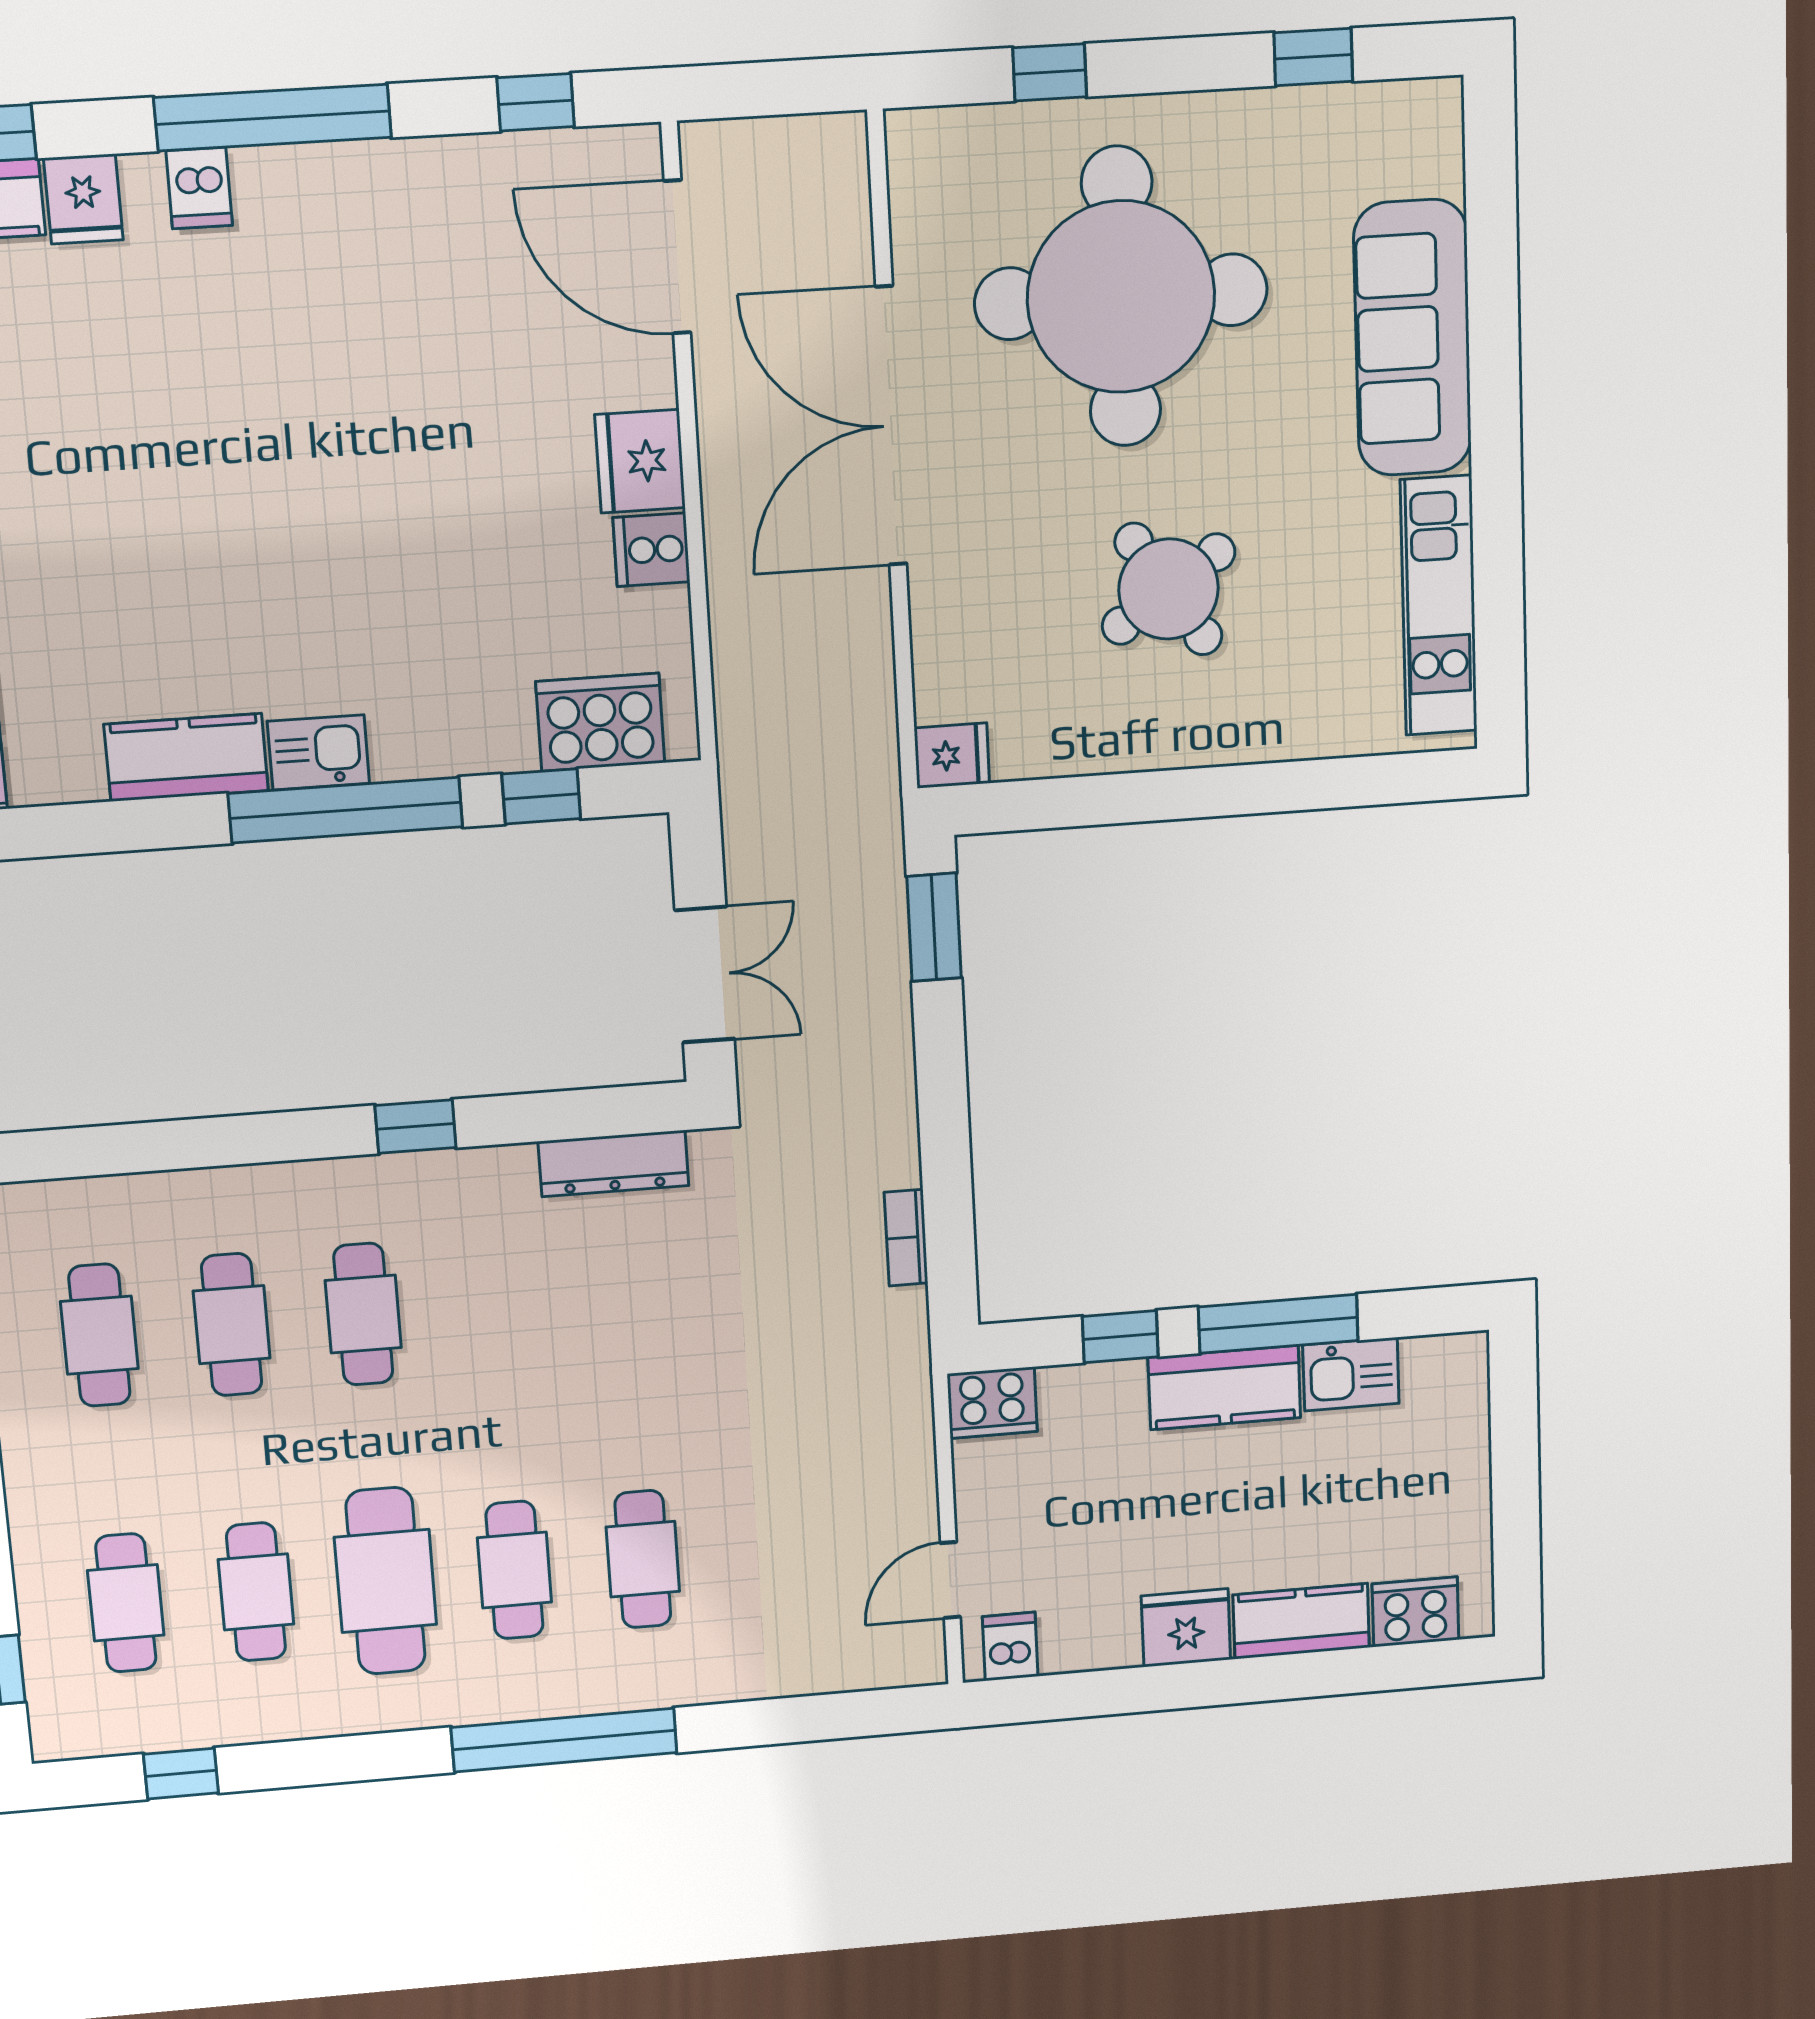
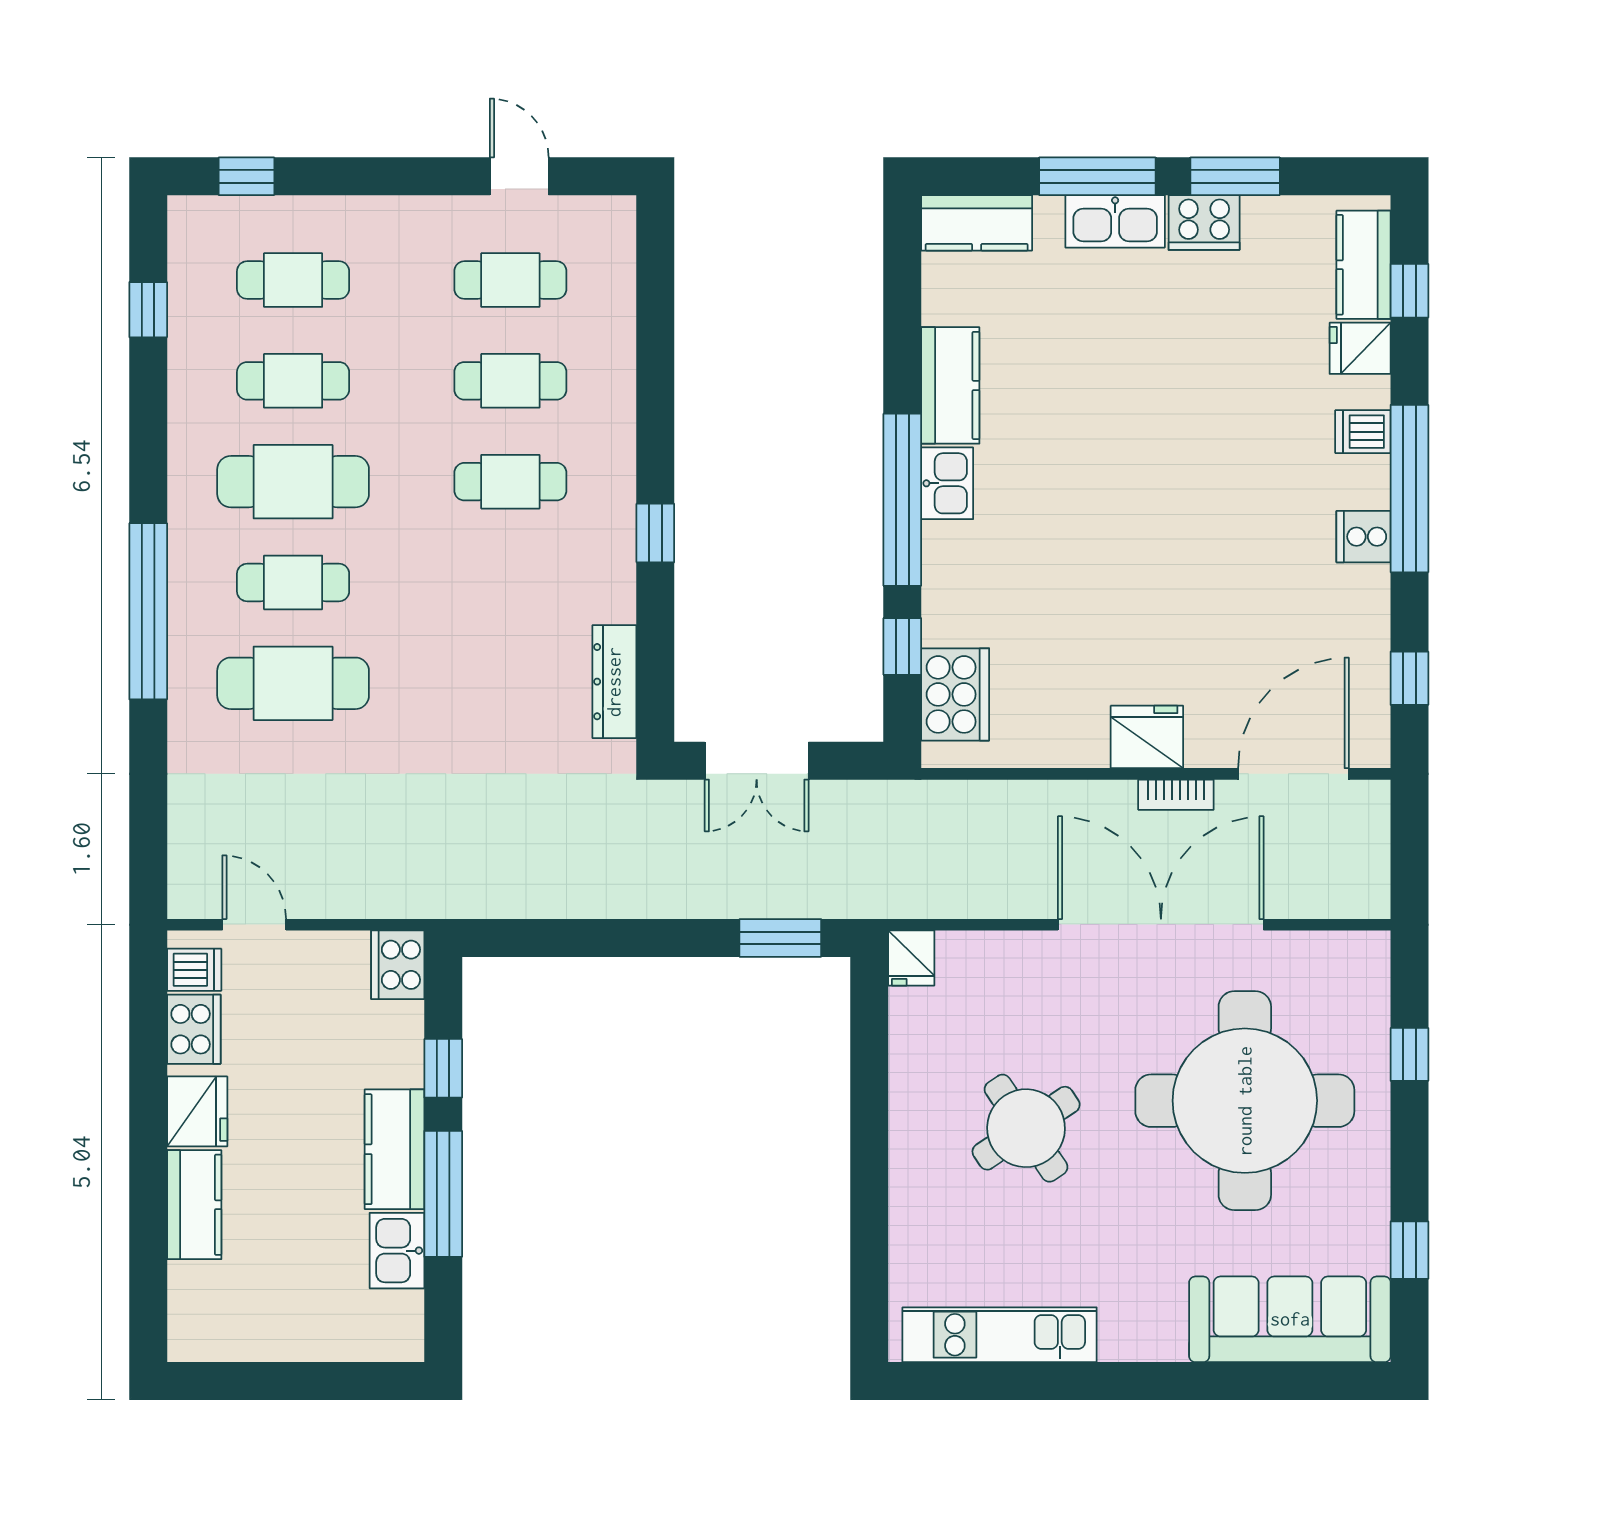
sofa: (1413, 338) -> (1290, 1319), moved
cooker: (651, 550) -> (1363, 537), moved, turned -90
bookcase: (906, 1238) -> (1176, 795), moved, turned 180
cafe table: (643, 1559) -> (293, 683), width x1.37, depth x1.35
cooker: (1415, 1612) -> (194, 1029), moved

